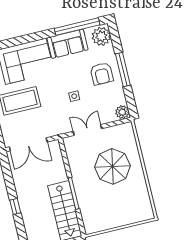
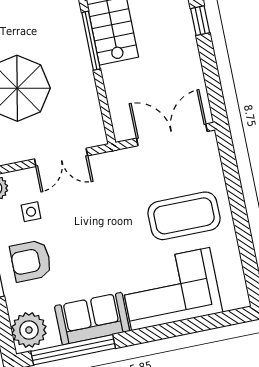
armchair: (102, 74) -> (31, 261), turned -90
side table: (74, 96) -> (31, 212), moved

